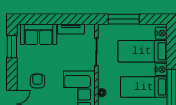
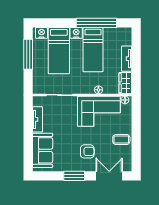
window: (124, 19) -> (28, 54), moved
window: (12, 47) -> (74, 176), moved
armchair: (37, 81) -> (87, 151), turned 180

